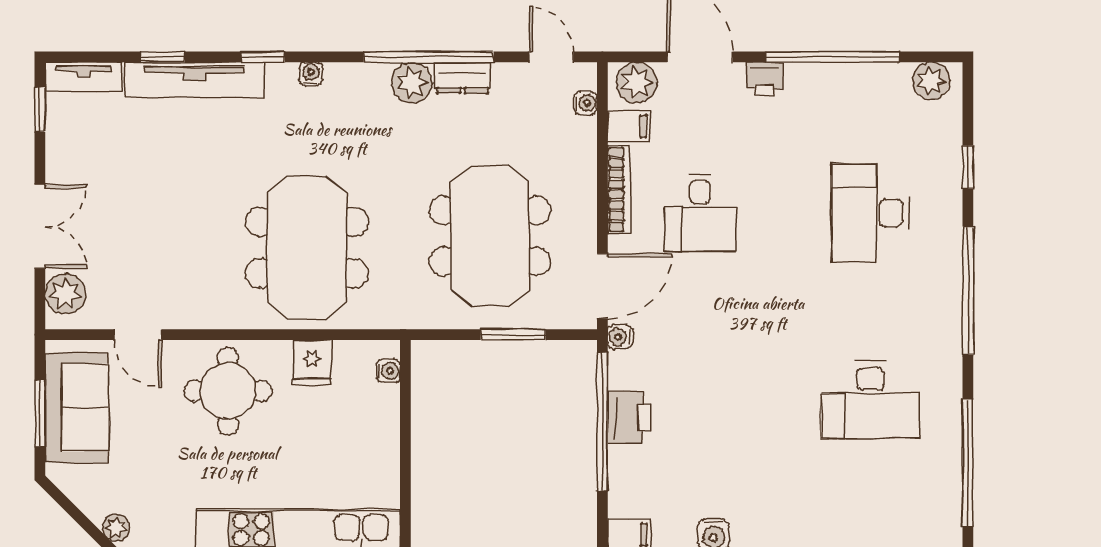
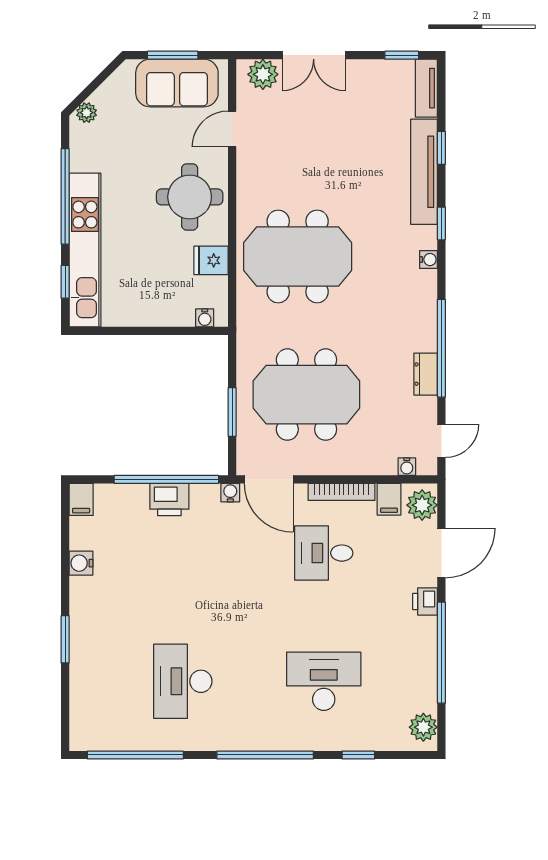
plant: (412, 82) -> (422, 336), removed

